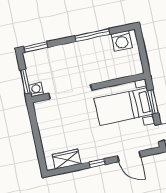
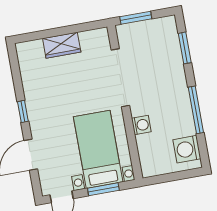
window: (36, 47) -> (185, 48), moved
washing machine: (36, 90) -> (141, 125), moved
wardrobe: (67, 159) -> (62, 45), moved, turned 90

